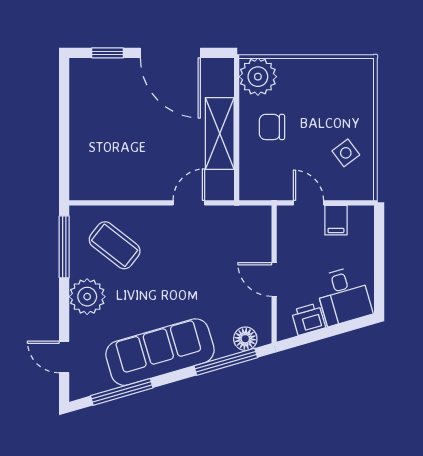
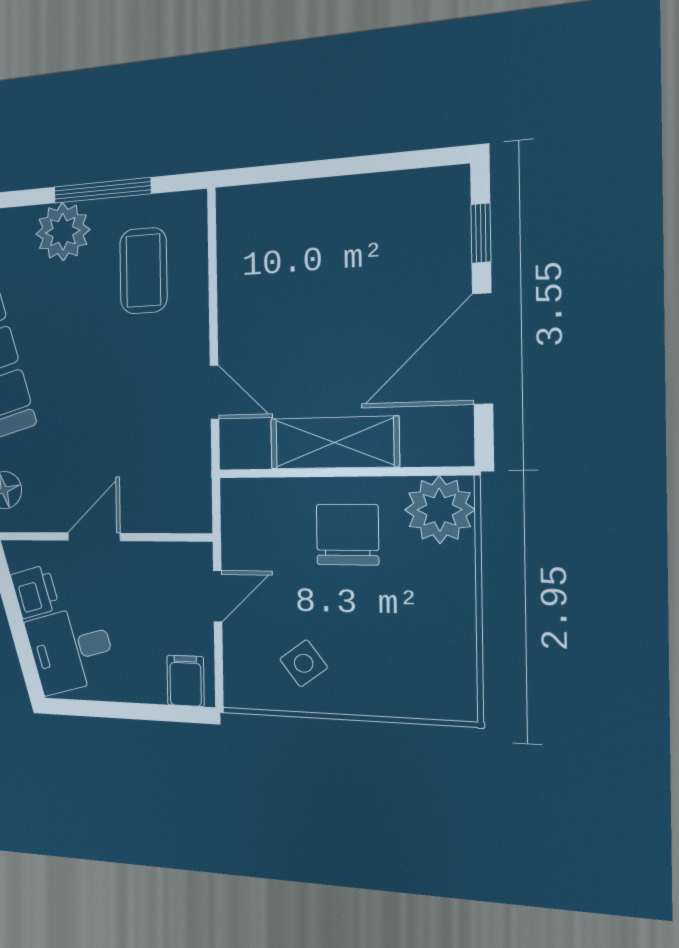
chair: (272, 127) -> (347, 535), width x1.37, depth x1.37
filing cabinet: (336, 220) -> (186, 681), moved, turned 90
coffee table: (115, 245) -> (143, 271), turned -38
window: (64, 247) -> (102, 190), moved

